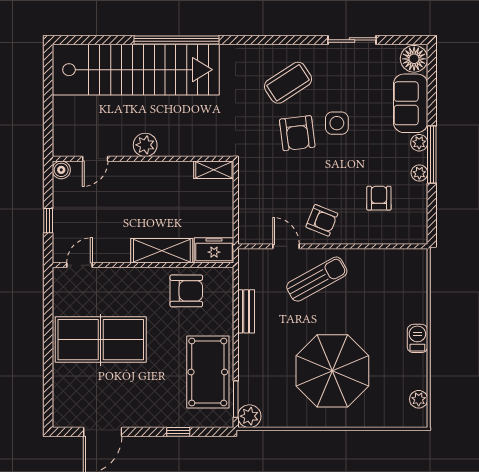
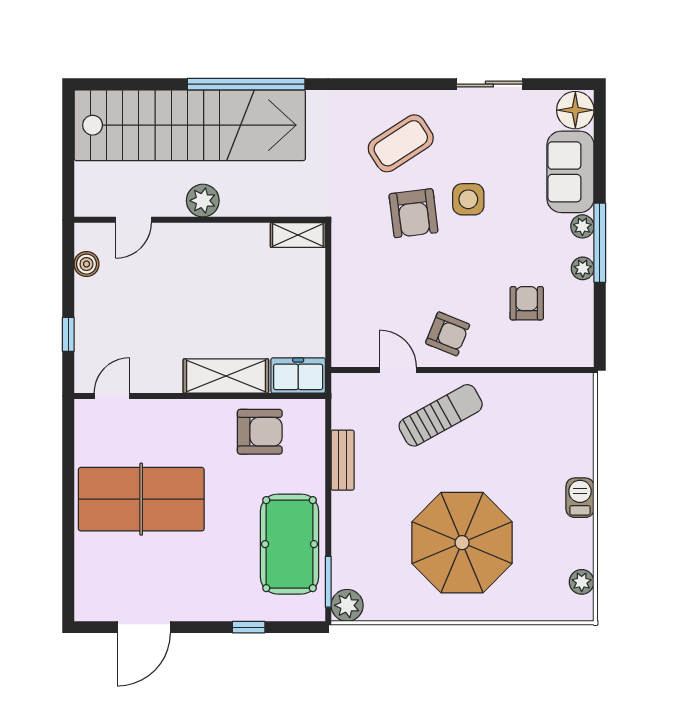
plant: (145, 145) -> (203, 201), moved
door: (95, 159) -> (133, 220), moved
wall: (143, 159) -> (200, 220), moved
shelving: (214, 170) -> (298, 235), moved

